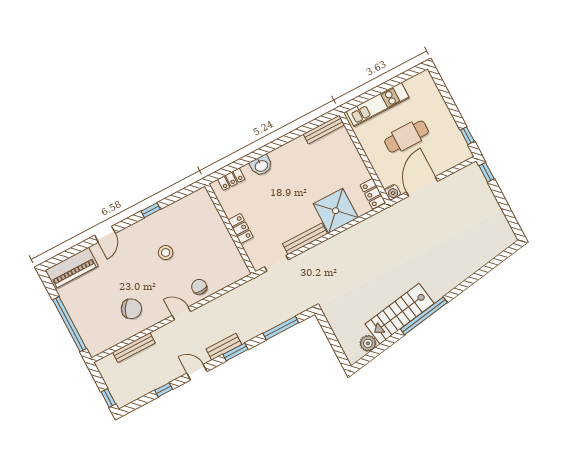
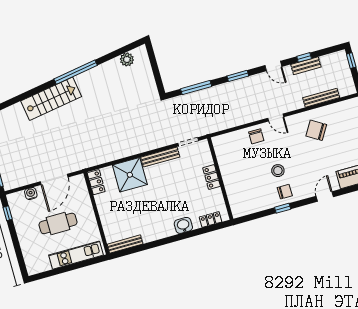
water cooler: (393, 192) -> (31, 194), moved
chair: (152, 230) -> (285, 192), added
stairs: (400, 314) -> (51, 99), moved
bench: (224, 347) -> (306, 66), moved

